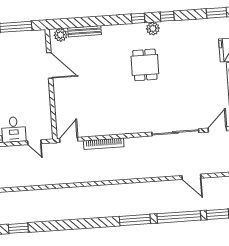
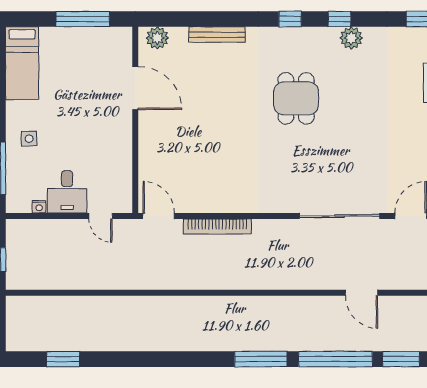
plant: (153, 29) -> (351, 38), moved
bench: (84, 31) -> (217, 35), moved
door: (69, 140) -> (159, 216), hinge flipped

